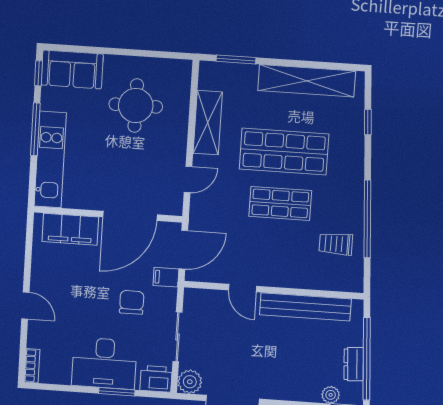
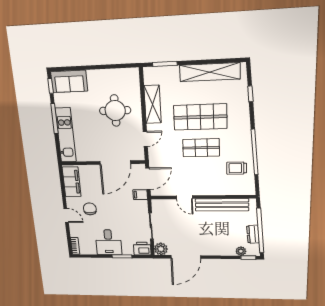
round table: (136, 105) -> (115, 111), moved
filing cabinet: (70, 229) -> (72, 182), moved, turned -90
chair: (132, 302) -> (90, 209), moved
desk: (104, 363) -> (108, 242), width x0.73

